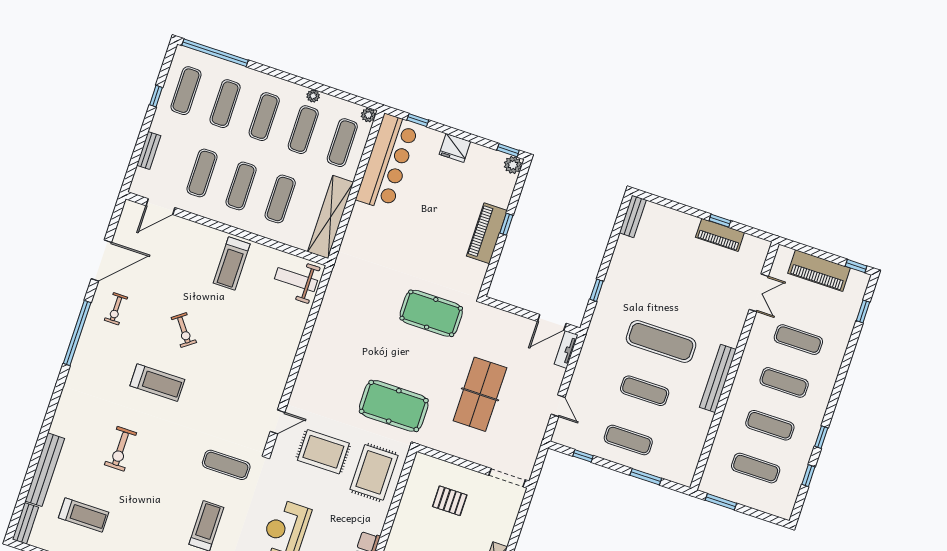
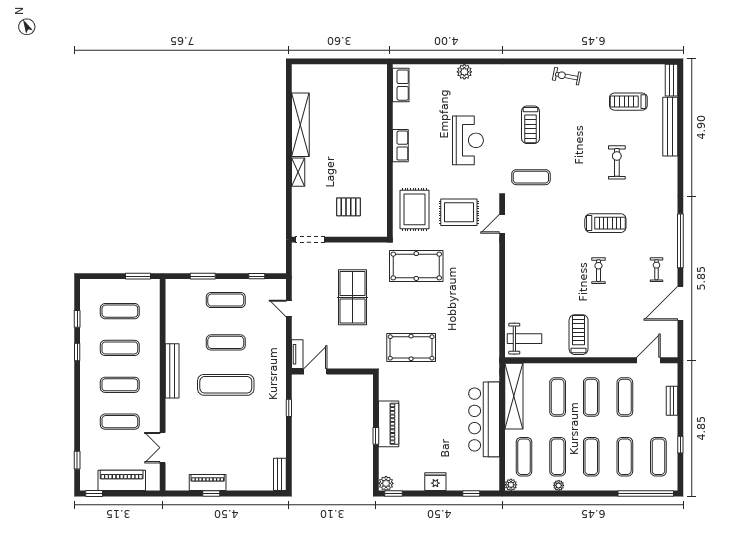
bar counter: (387, 162) -> (484, 419), moved
exercise bike: (184, 330) -> (598, 271), turned 37
treadmill: (157, 383) -> (605, 223), turned 180

